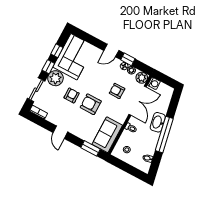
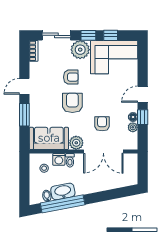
door: (111, 51) -> (143, 94), hinge flipped
plant: (142, 78) -> (76, 143), moved
washing machine: (154, 83) -> (59, 159), moved
washbasin: (158, 122) -> (63, 191), moved
window: (164, 135) -> (63, 204), moved
window: (90, 148) -> (24, 115), moved

